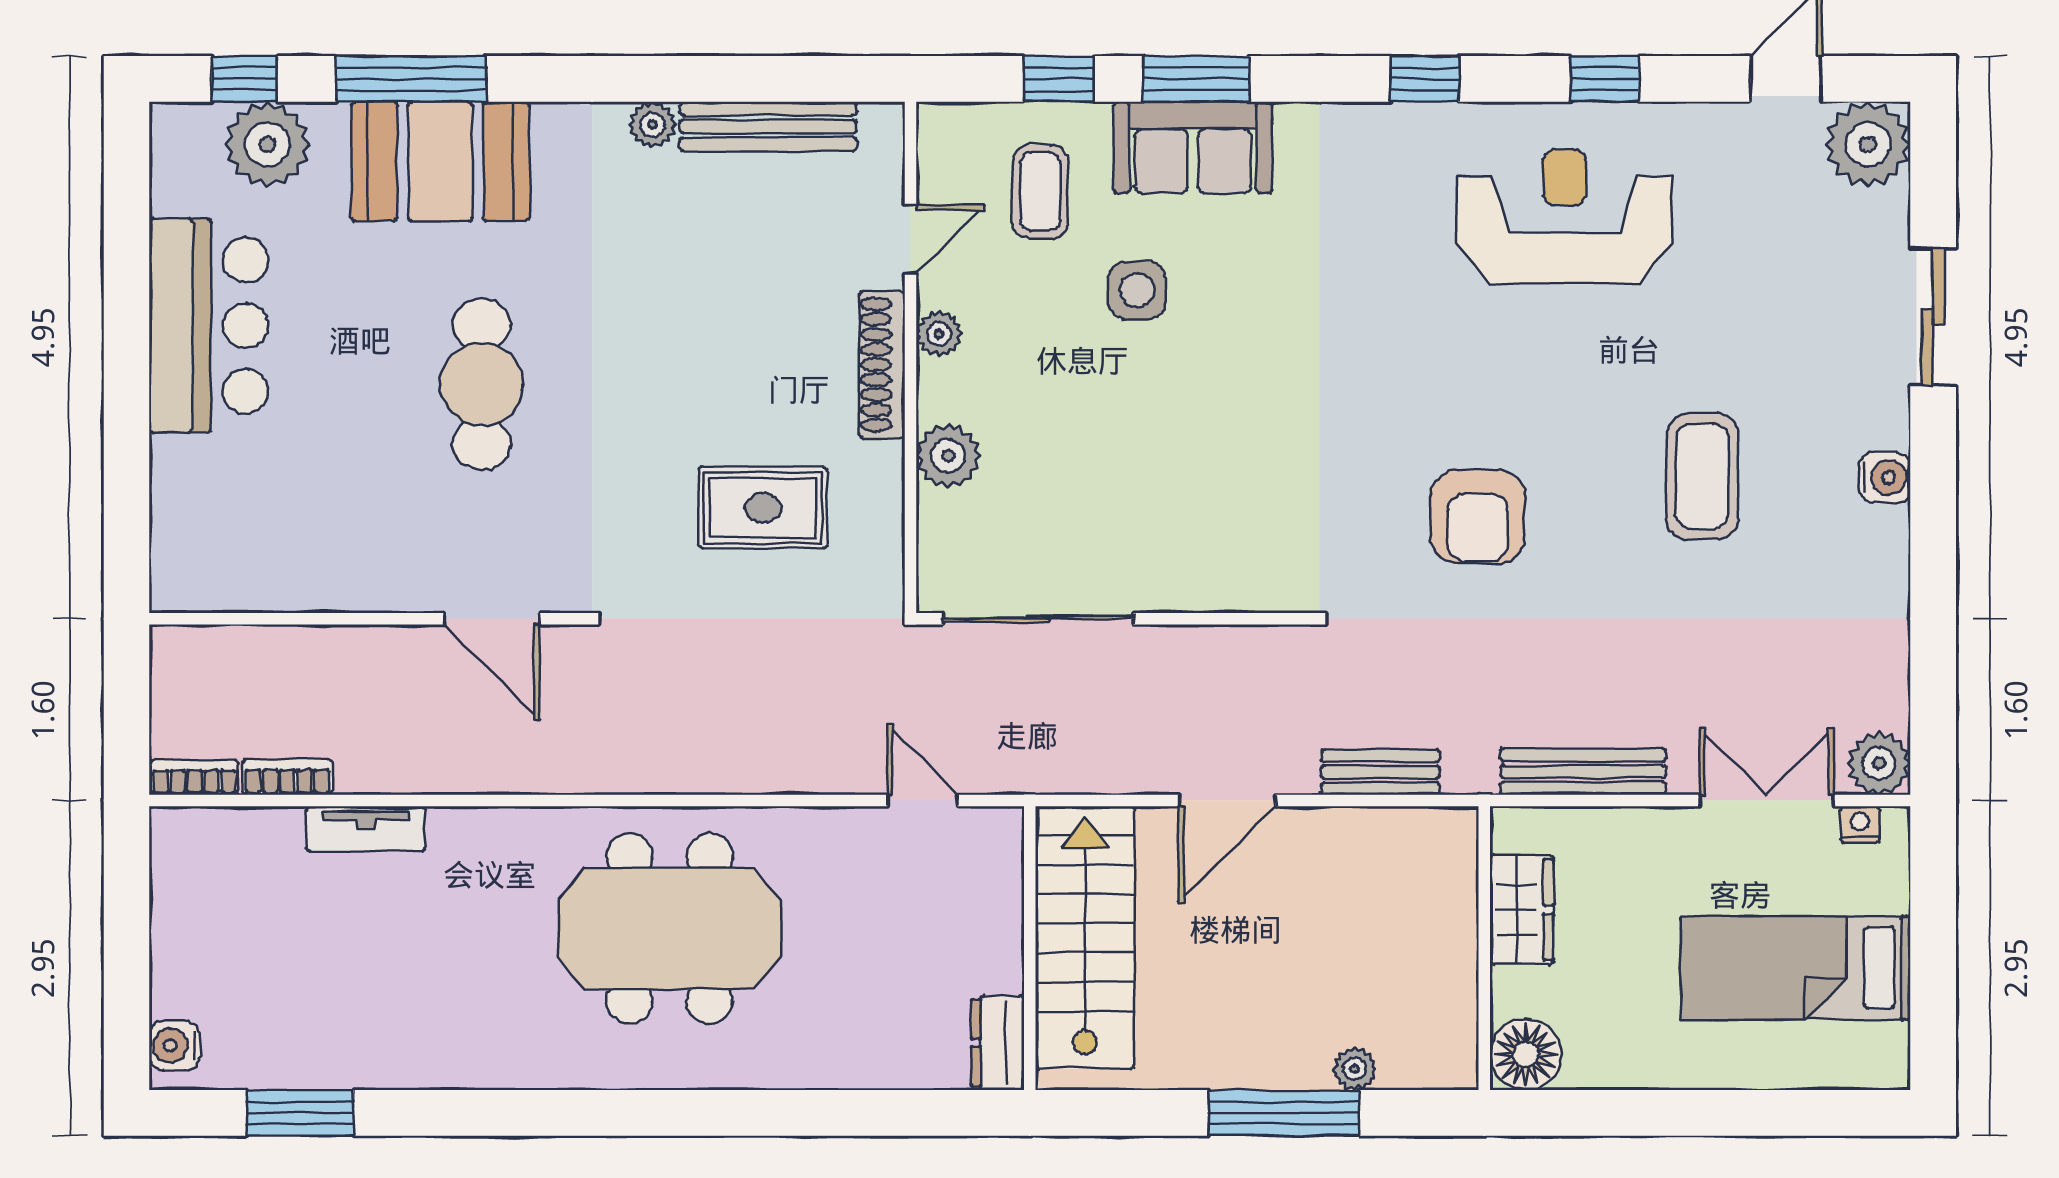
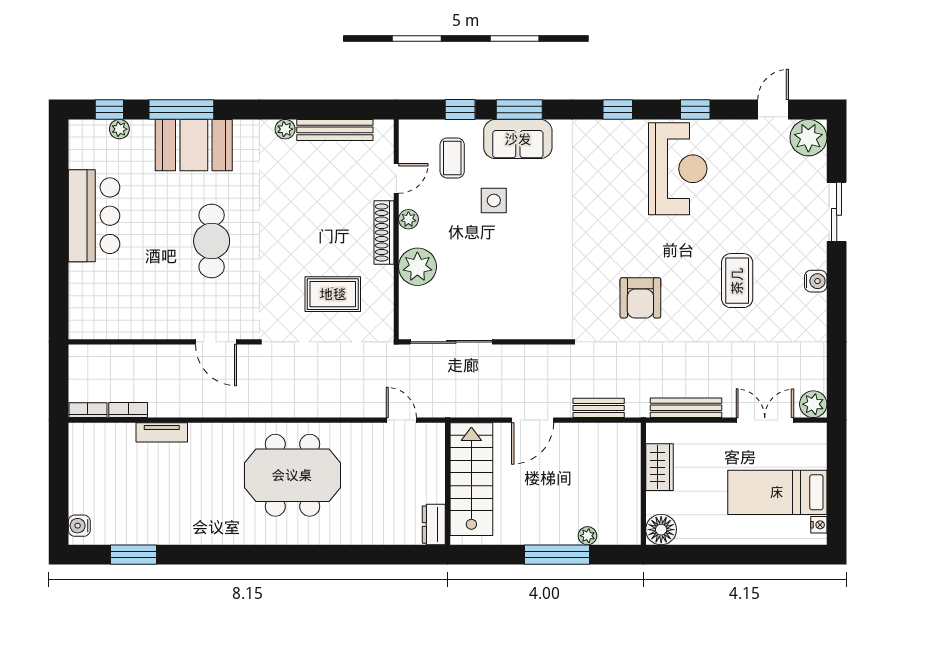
plant: (267, 144) -> (119, 129), width x0.53, depth x0.53
reception desk: (1564, 217) -> (678, 169), turned 90
plant: (948, 456) -> (417, 267), width x1.36, depth x1.36
nightstand: (1860, 824) -> (819, 525), moved, turned 90

